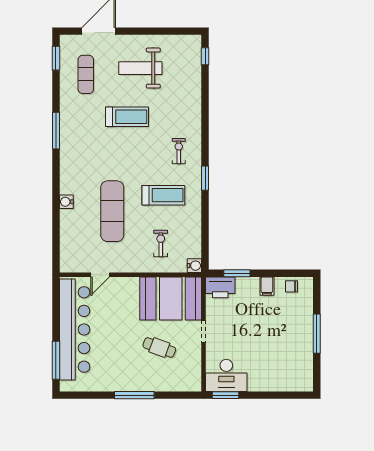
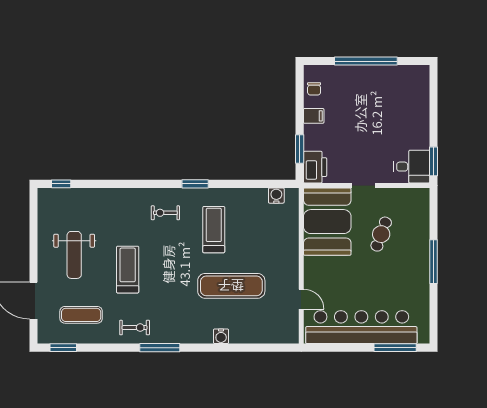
window: (56, 131) -> (160, 348), moved
exercise bike: (161, 244) -> (135, 328), moved, turned 180
water cooler: (194, 266) -> (276, 196), moved
window: (317, 334) -> (366, 61), width x1.46
desk: (226, 375) -> (412, 167), width x0.73

